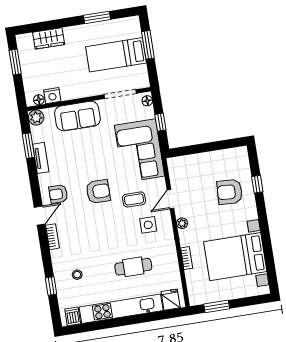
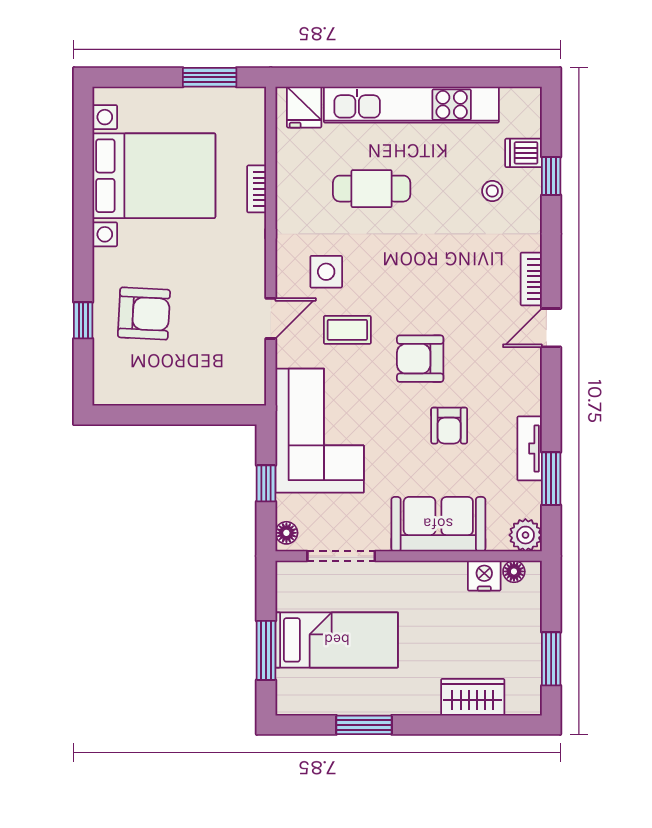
armchair: (58, 194) -> (449, 426), moved, turned 90
plant: (182, 223) -> (254, 264), removed
dishwasher: (73, 316) -> (523, 153), moved, turned 90

